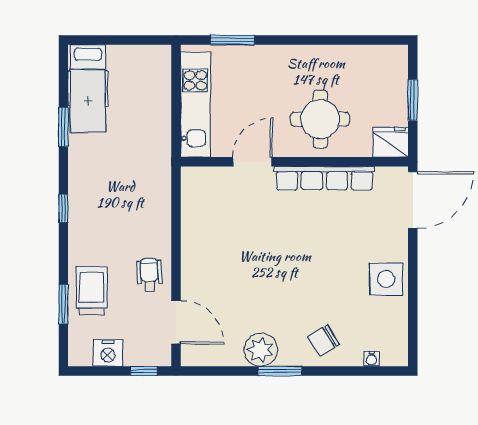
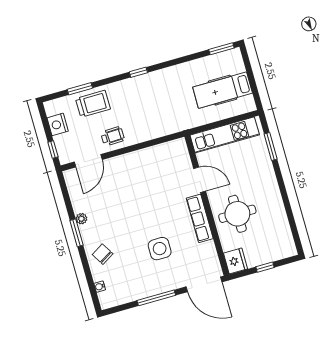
hospital bed: (88, 89) -> (223, 90), moved
window: (413, 100) -> (265, 267), width x0.67
window: (63, 127) -> (221, 49), moved
row of seats: (324, 178) -> (200, 218), width x0.73
window: (413, 278) -> (156, 298), added
side table: (386, 279) -> (160, 249), moved
plant: (261, 350) -> (81, 219), width x0.53, depth x0.53

